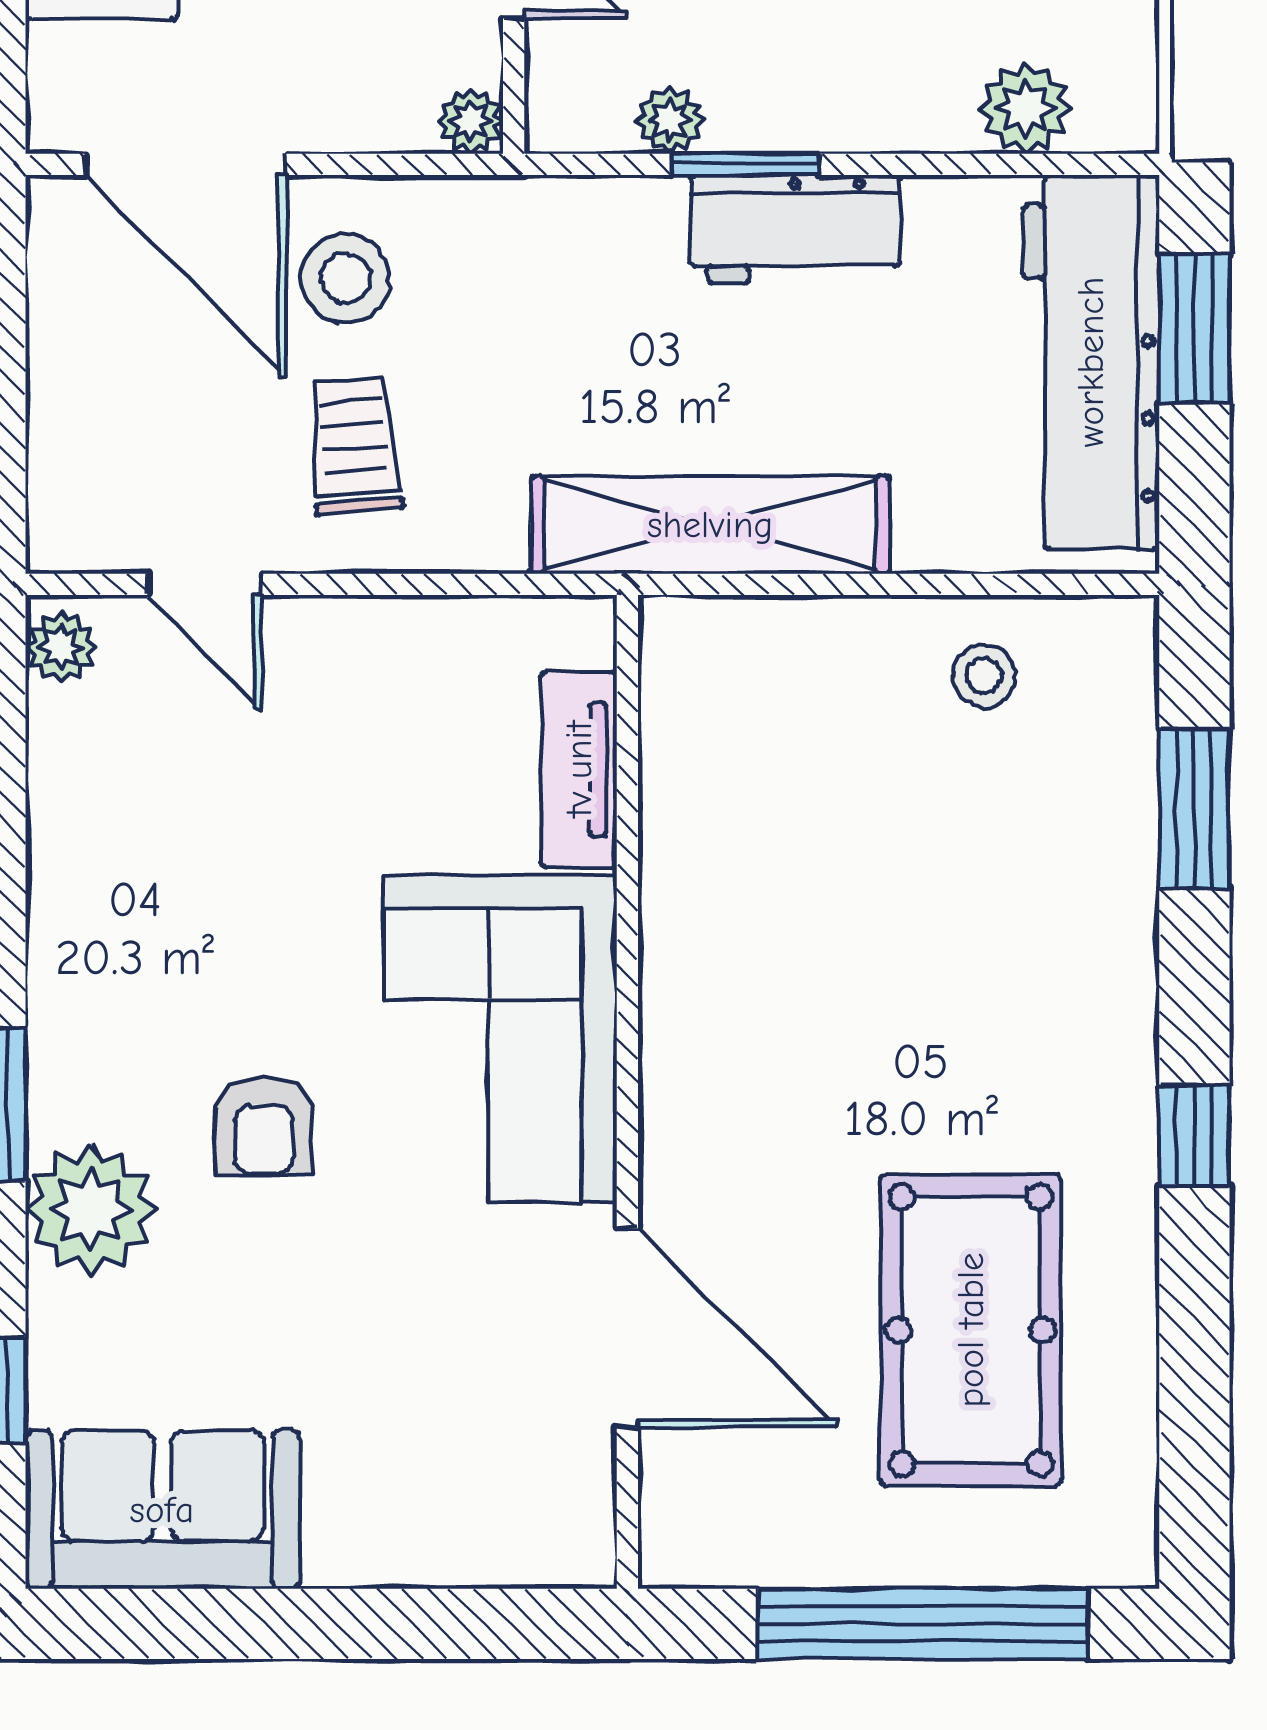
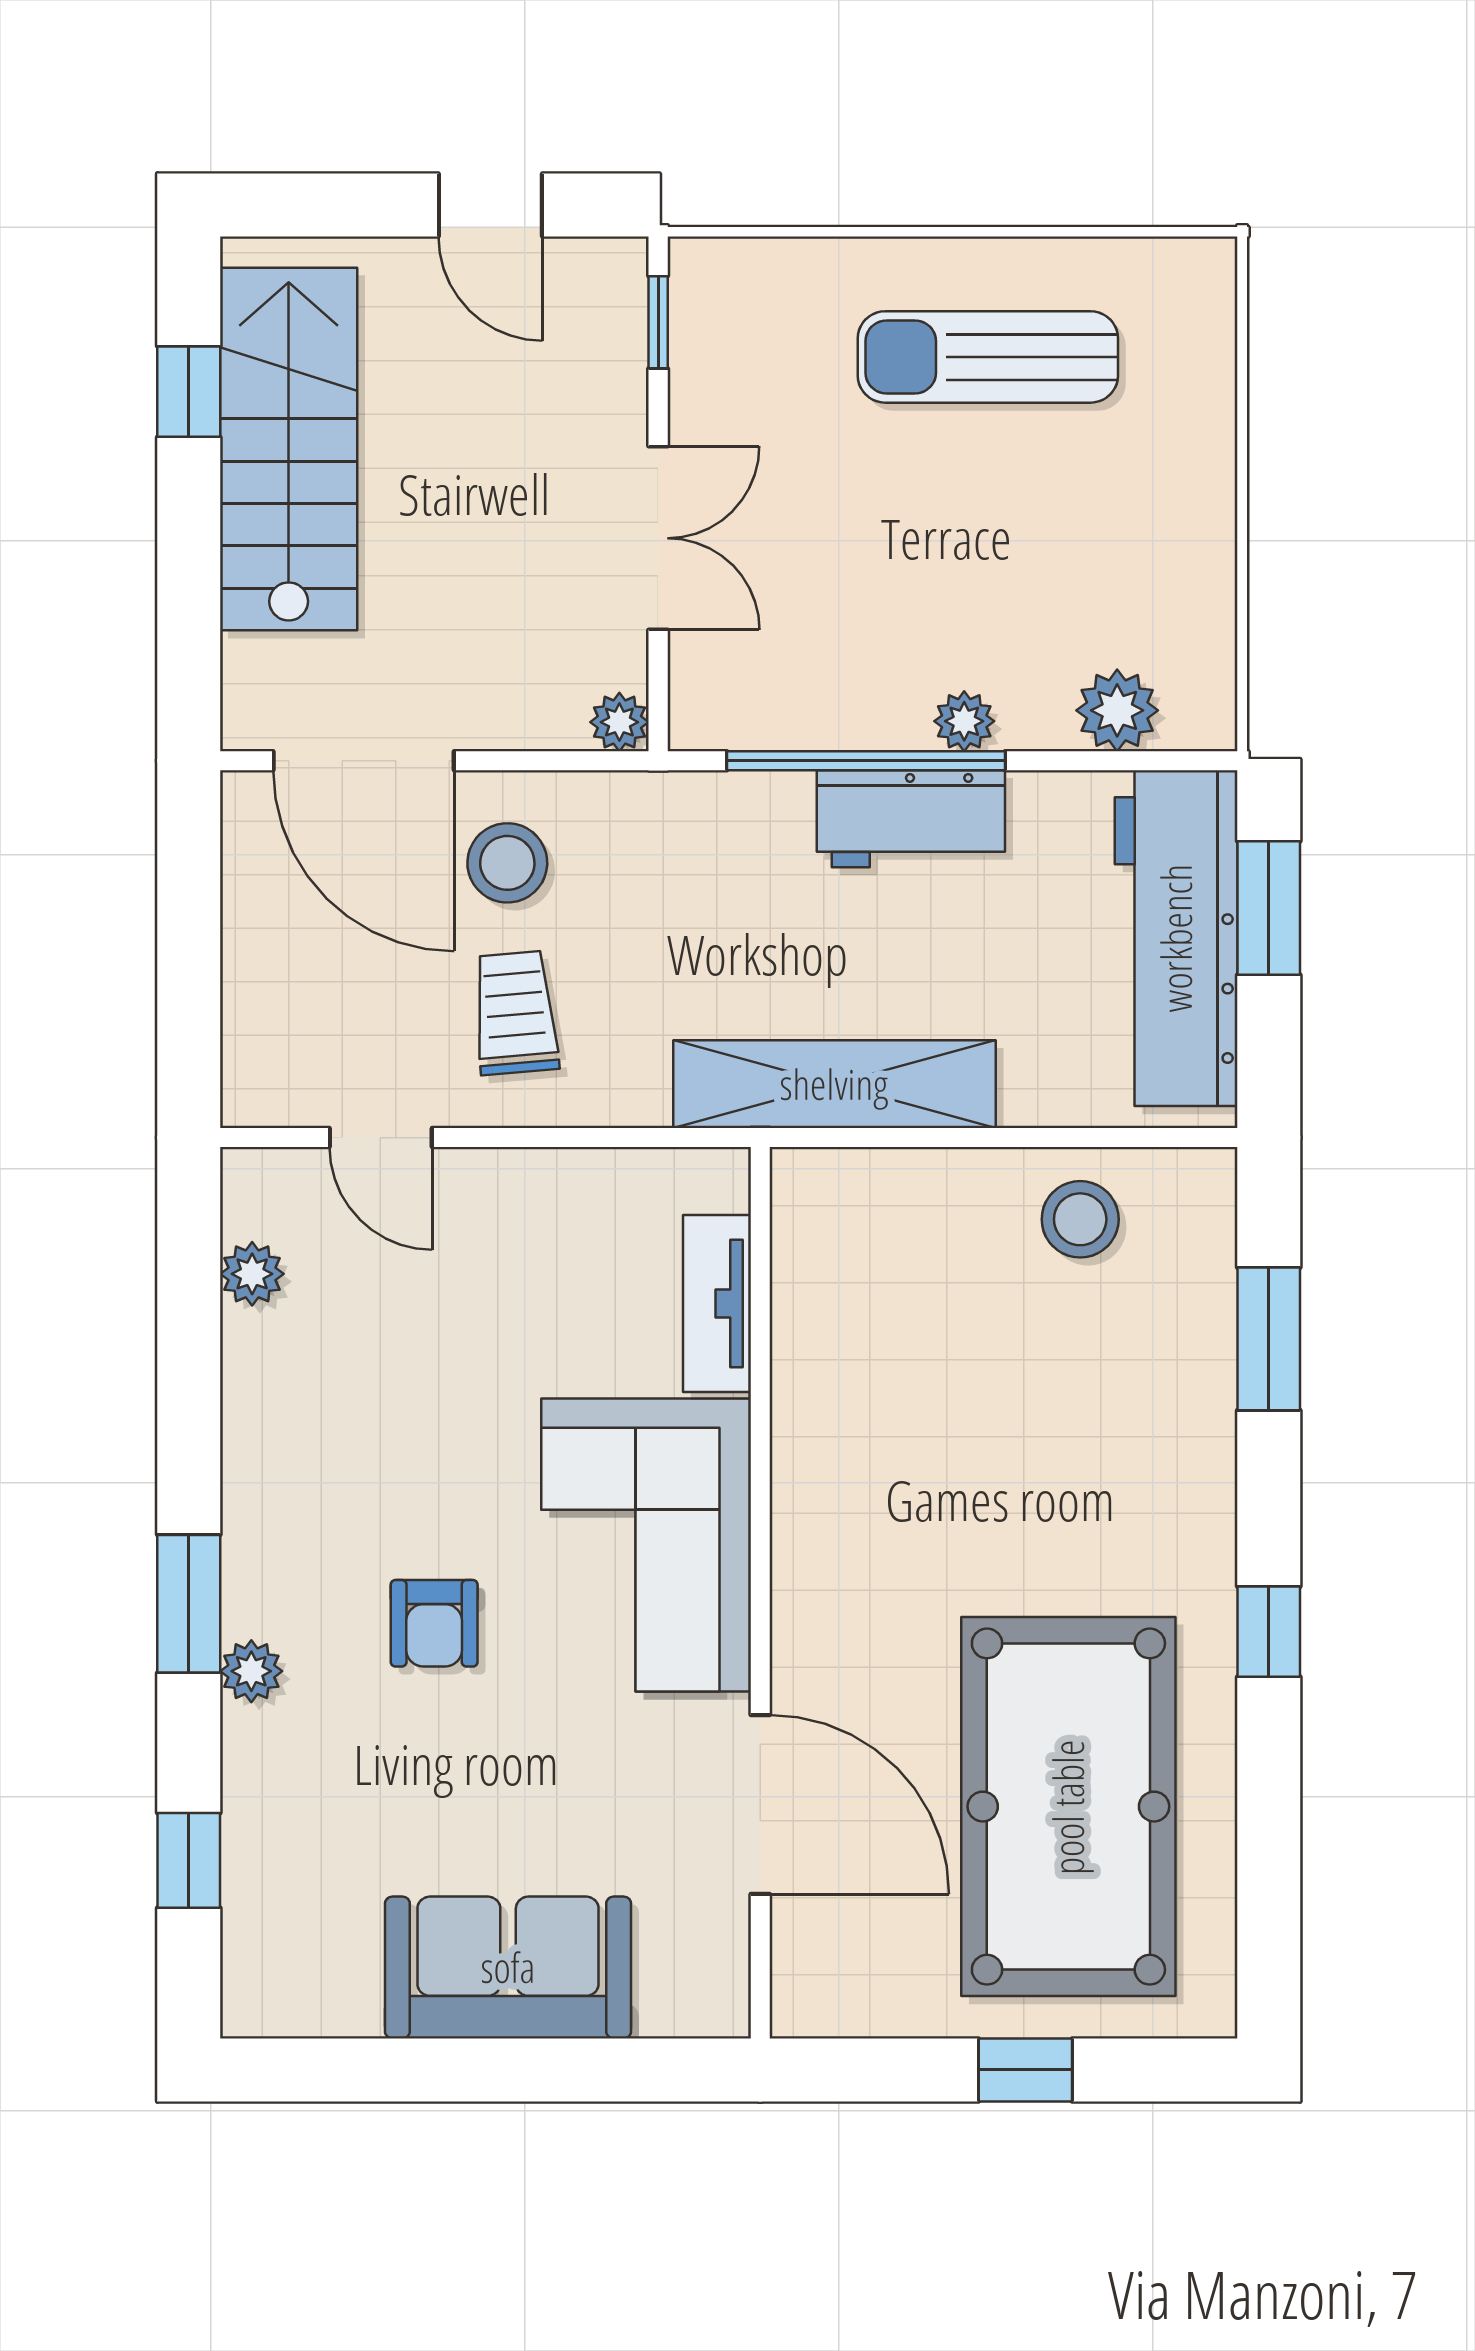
plant: (670, 120) -> (964, 721), moved
window: (745, 164) -> (866, 761), width x2.11
plant: (61, 647) -> (252, 1274), moved
stool: (984, 676) -> (1080, 1219), width x1.37, depth x1.37
plant: (90, 1210) -> (251, 1671), width x0.53, depth x0.53
pool table: (971, 1330) -> (1068, 1807), width x1.36, depth x1.32
sofa: (162, 1510) -> (508, 1967), moved
window: (923, 1624) -> (1025, 2070), width x0.32

